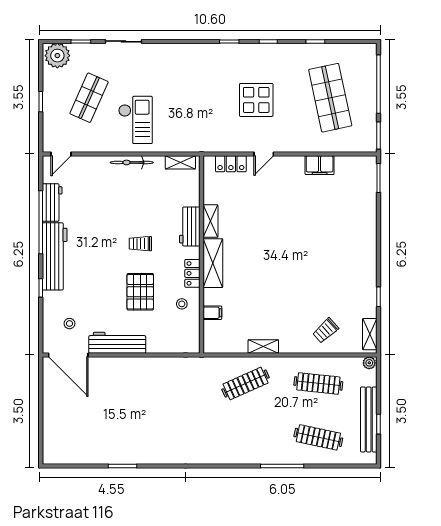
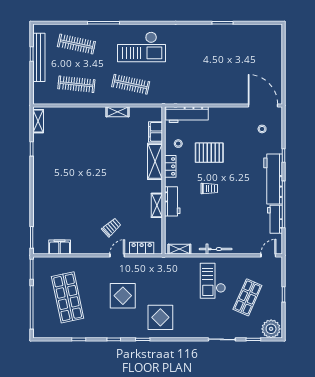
display table: (206, 71) -> (160, 317), added
filing cabinet: (320, 165) -> (60, 247), moved
shelving: (213, 263) -> (155, 161), moved
pallet: (140, 292) -> (209, 153), turned 90
filing cabinet: (212, 313) -> (155, 132), width x2.00
trolley: (325, 331) -> (111, 227), moved
workbench: (117, 343) -> (187, 115), moved
plant: (369, 363) -> (38, 100), removed
clothes rail: (246, 383) -> (131, 84), turned 36
checkout: (231, 434) -> (141, 47), added

